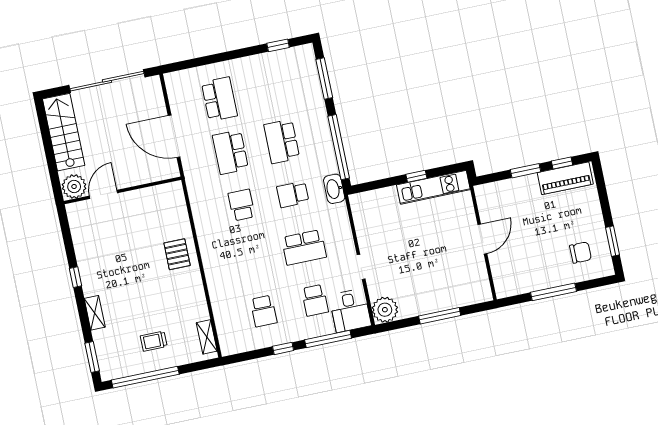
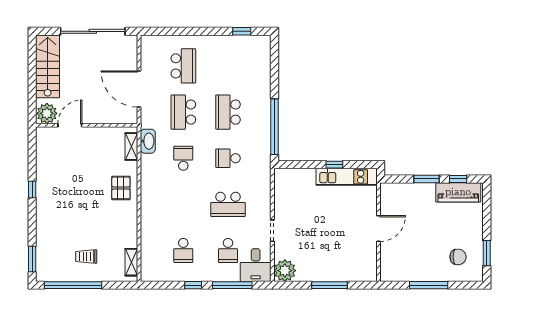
window: (324, 78) -> (275, 67), removed
washbasin: (334, 189) -> (148, 141), moved, turned 180
shelving: (95, 313) -> (131, 146), moved

